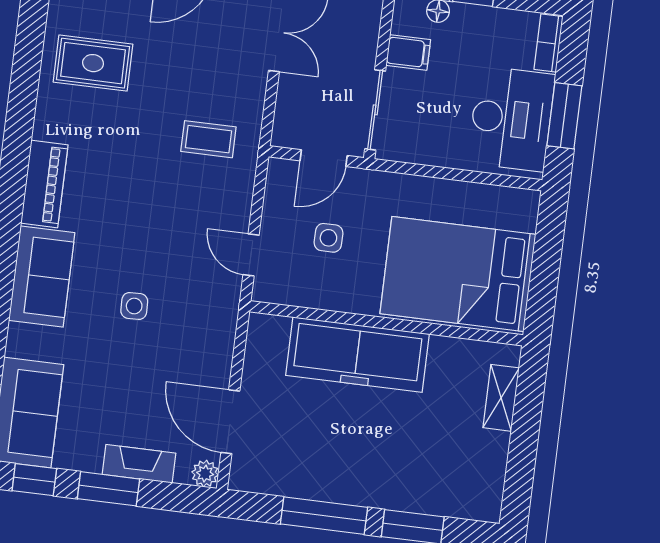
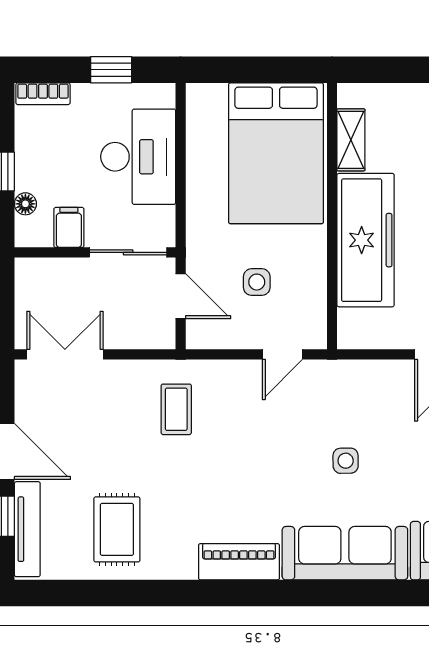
window: (564, 116) -> (111, 70), width x0.67
desk: (511, 119) -> (138, 157), moved, turned 90
sofa: (42, 276) -> (345, 553), width x1.36
shelving: (501, 398) -> (351, 140), moved, turned 90

